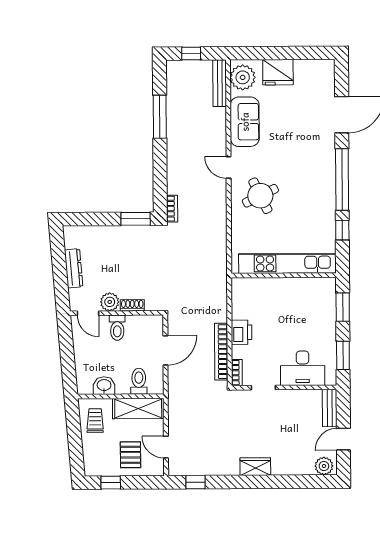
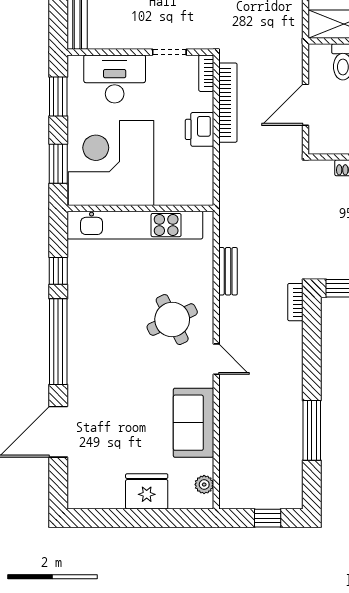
plant: (243, 77) -> (204, 485), width x0.53, depth x0.53
bench: (220, 83) -> (228, 271), moved, width x0.73
corner desk: (305, 308) -> (111, 163), added

